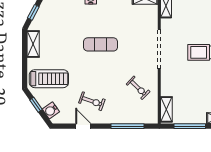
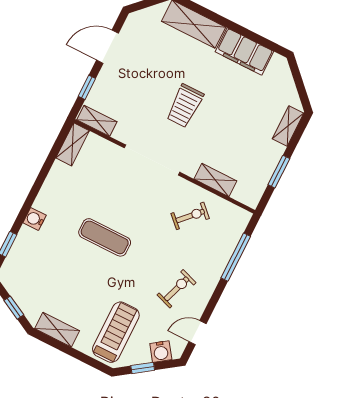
exercise mat: (101, 44) -> (105, 237), turned 90
shelving: (166, 109) -> (215, 180), moved
door: (83, 126) -> (198, 333), moved
window: (190, 126) -> (279, 172), width x0.69

